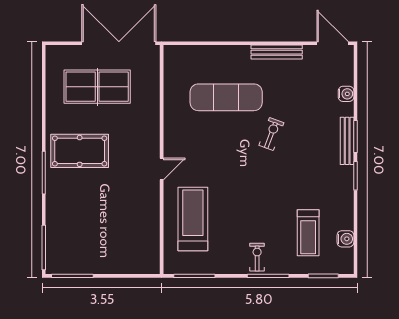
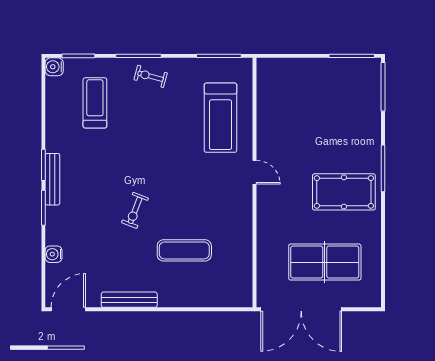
door: (333, 43) -> (68, 309), swing flipped
exercise mat: (226, 97) -> (184, 250), width x0.73, depth x0.69
bench: (347, 141) -> (52, 179), moved
door: (162, 169) -> (255, 172), swing flipped
water cooler: (345, 239) -> (54, 67), moved
exercise bike: (257, 257) -> (151, 76), turned 105

